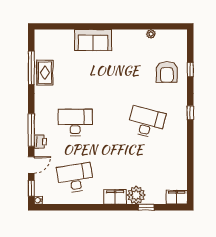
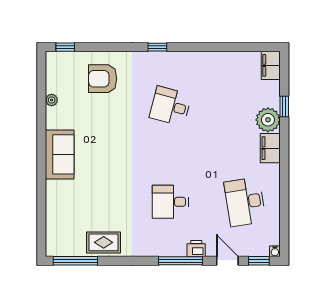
sofa: (93, 40) -> (60, 154), moved
window: (31, 68) -> (75, 261), moved
window: (190, 70) -> (65, 47), moved
armchair: (167, 72) -> (103, 79), turned 180
desk: (75, 122) -> (170, 202), width x0.73
desk: (146, 122) -> (170, 106), width x0.73

